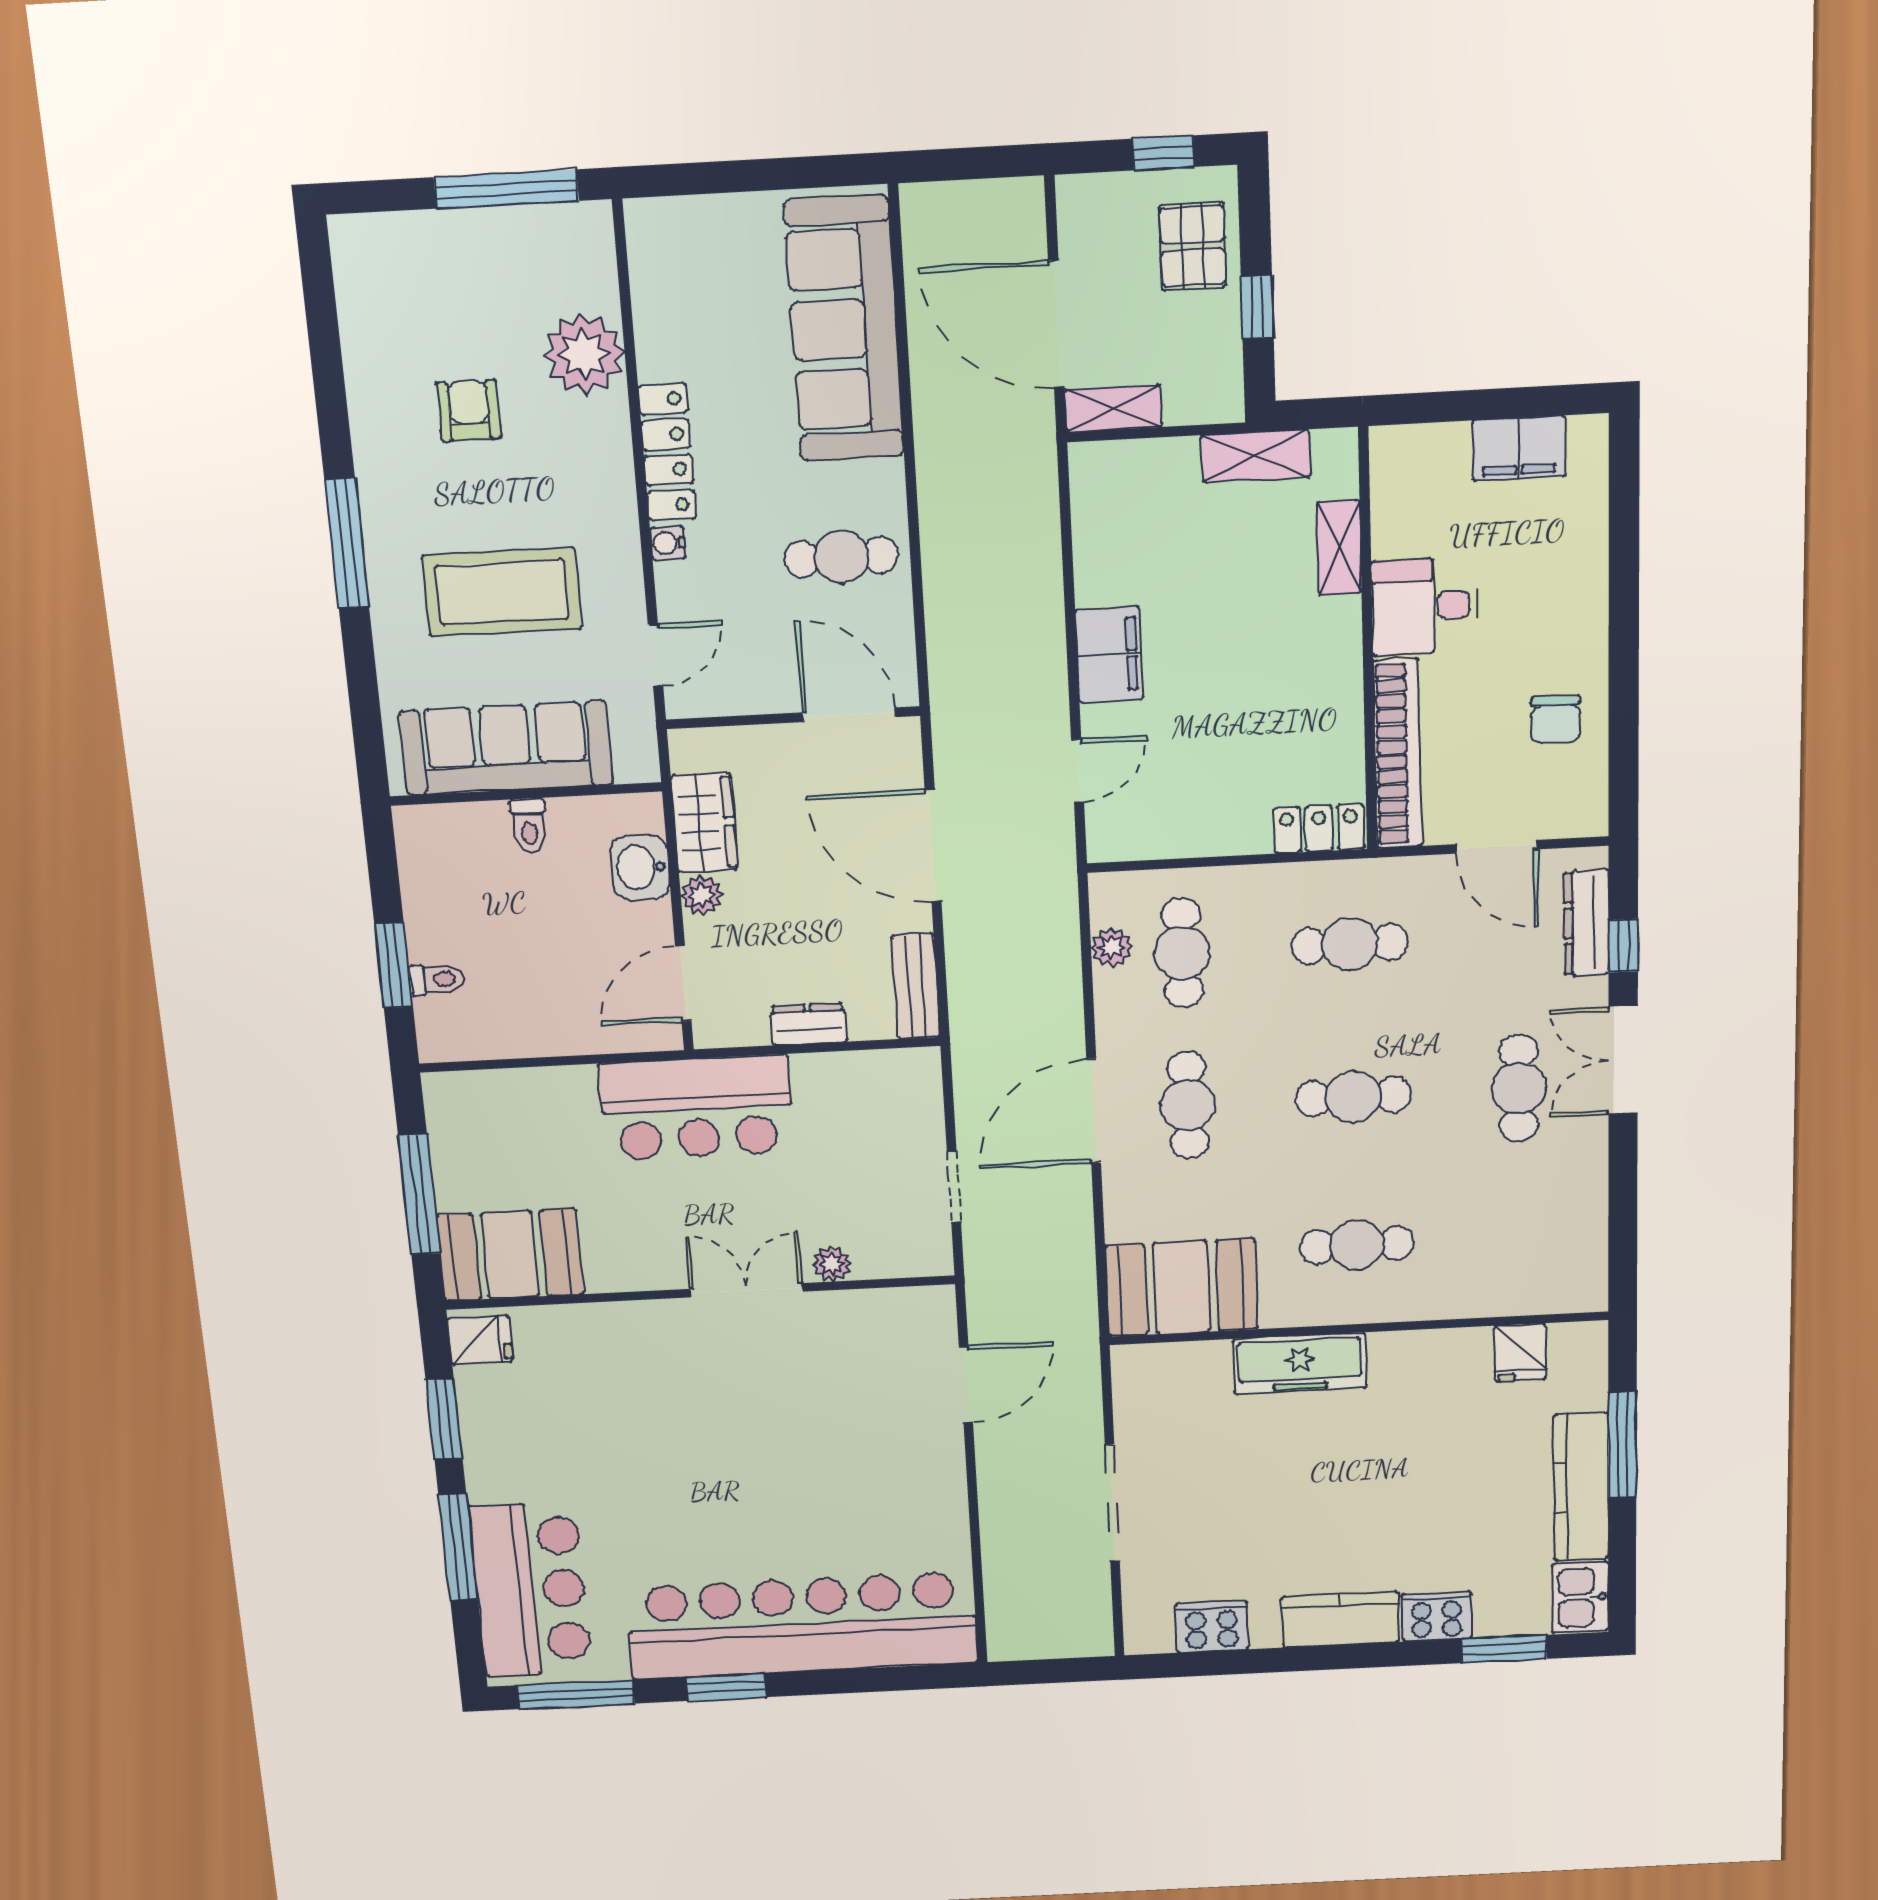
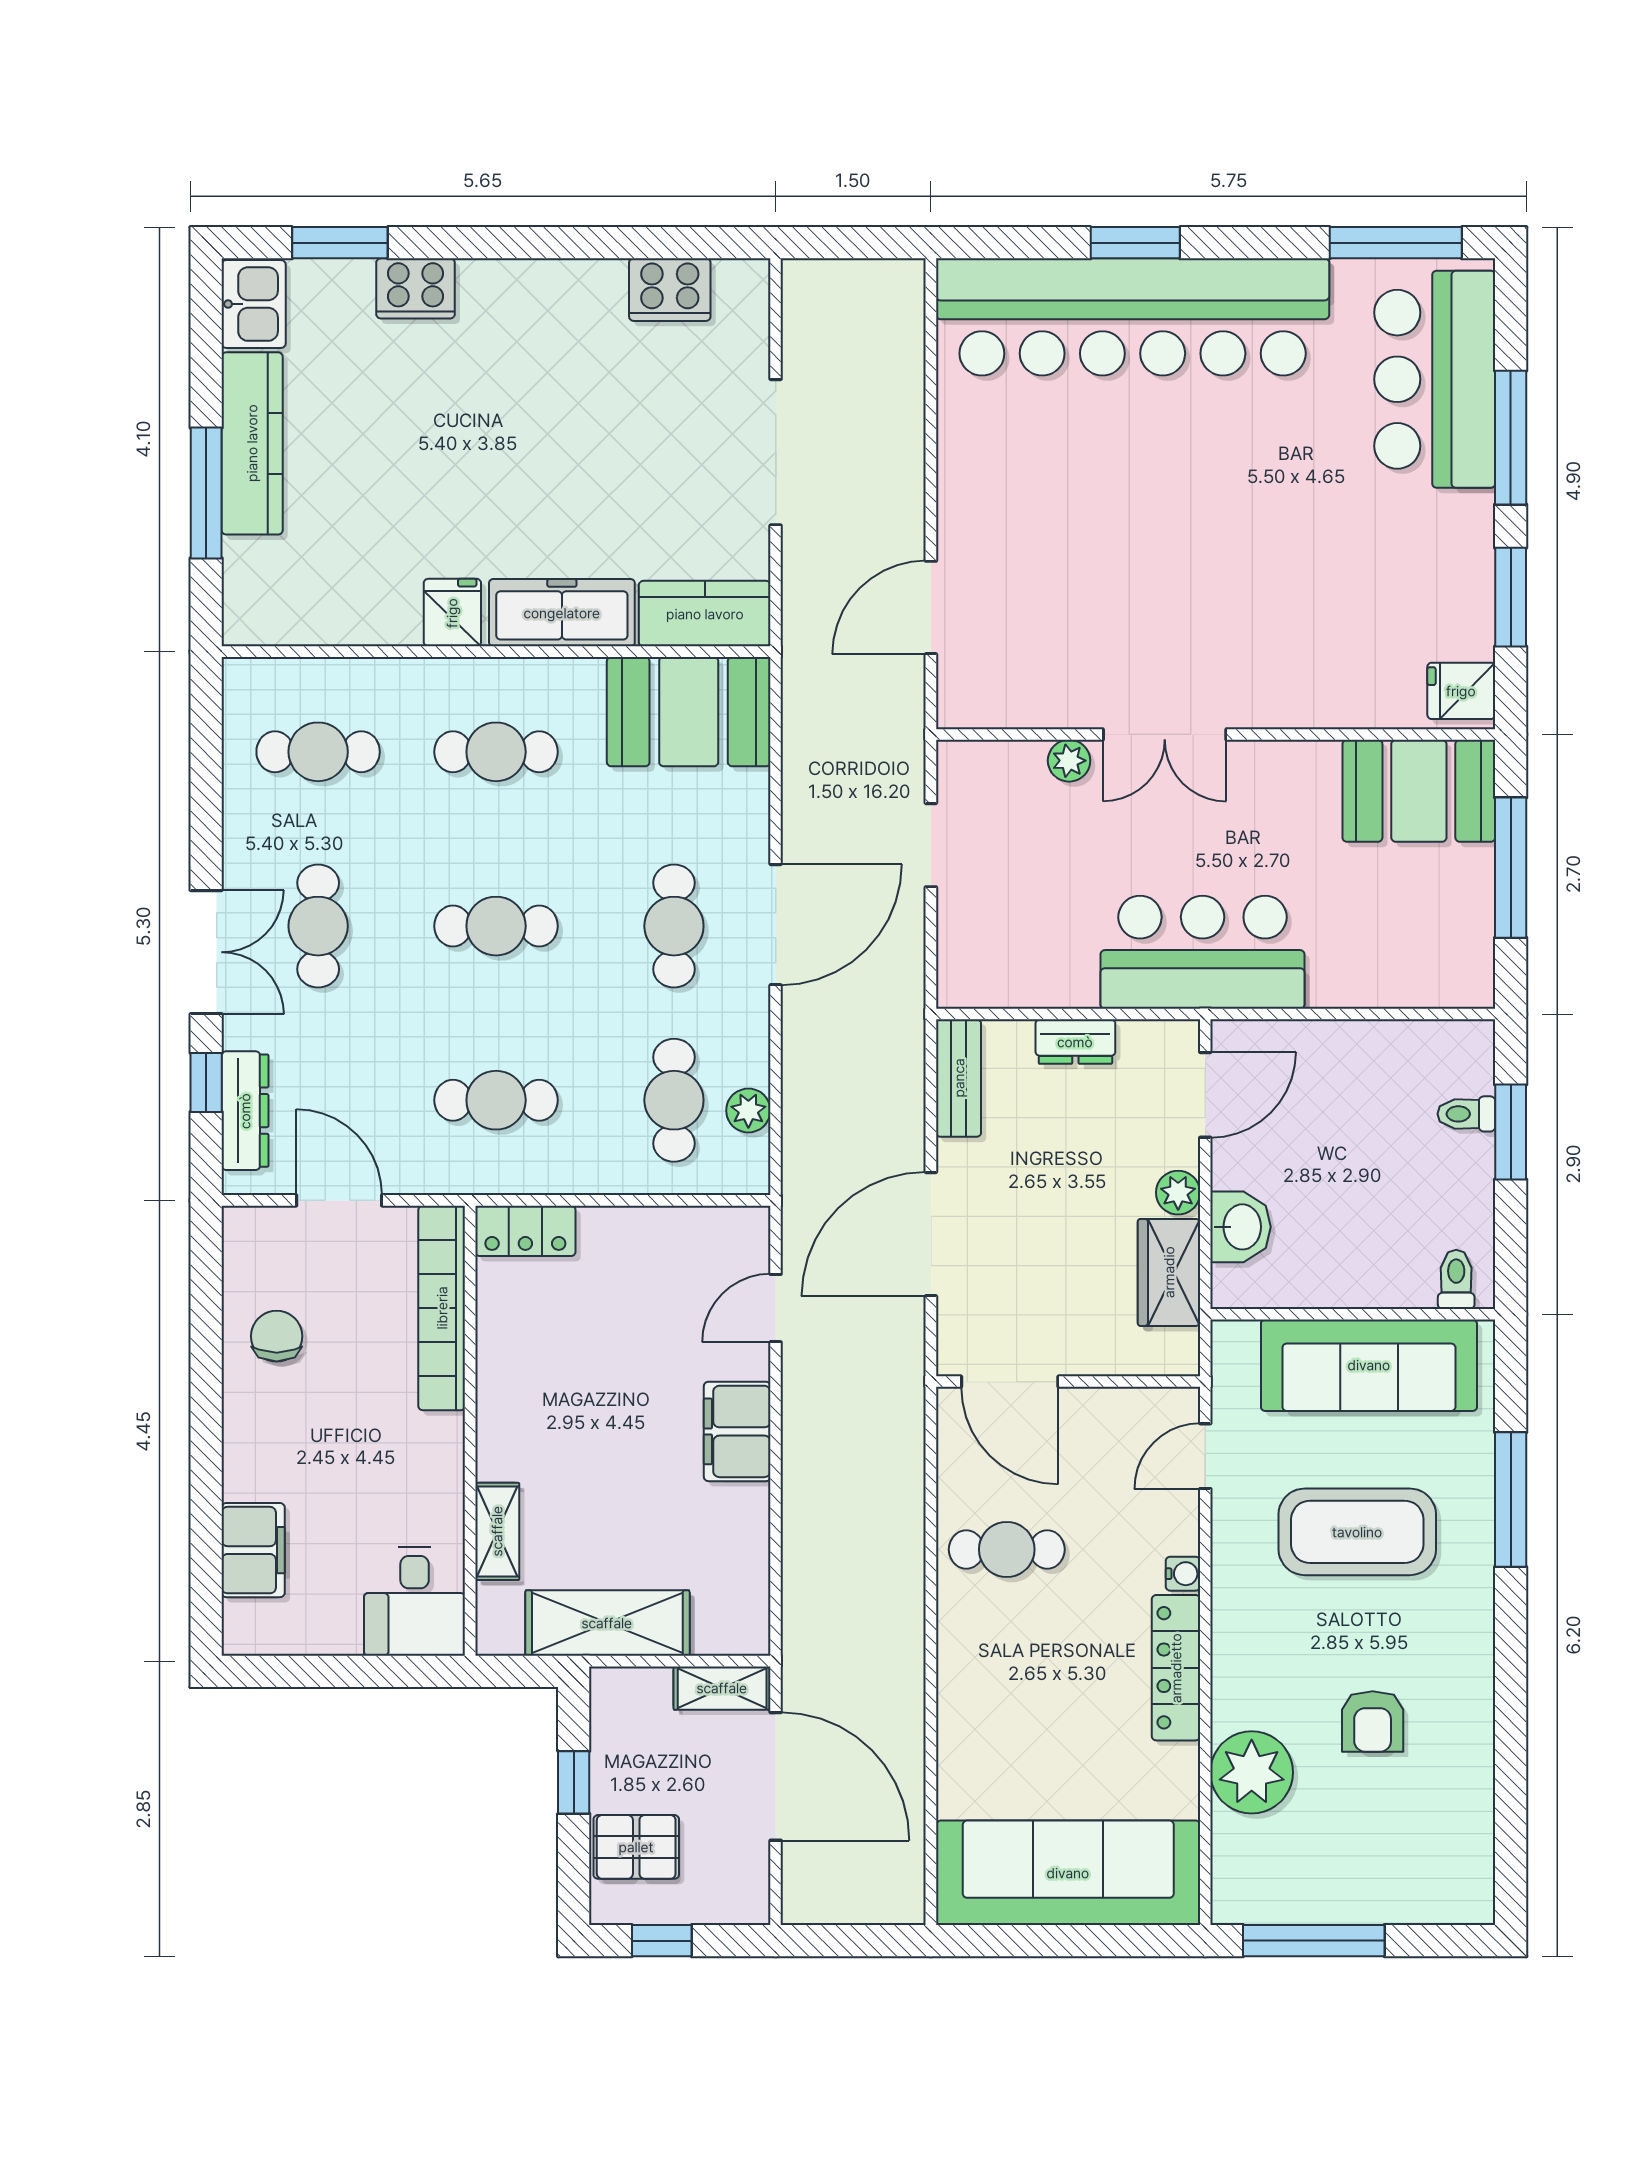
pallet: (1193, 246) -> (636, 1847), turned 90
sofa: (844, 329) -> (1068, 1873), moved, turned -90
filing cabinet: (1519, 448) -> (253, 1550), moved, turned 90
shelving: (1255, 456) -> (607, 1623), width x1.50, depth x1.33
window: (347, 543) -> (1511, 1500), moved
desk: (1425, 606) -> (415, 1602), moved, turned 90
toilet: (529, 826) -> (1456, 1279), moved
door: (933, 846) -> (931, 1234), swing flipped
cafe table: (1520, 1237) -> (318, 752), added
fridge: (1520, 1352) -> (452, 613), moved
kitchen counter: (1340, 1619) -> (705, 614), moved, turned 180
window: (726, 1687) -> (1135, 243), moved

